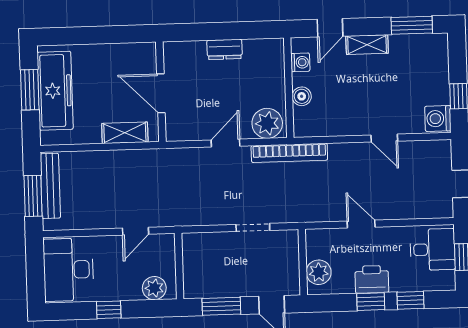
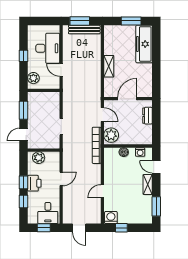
freezer: (55, 91) -> (144, 44), moved, turned 90
wall: (161, 92) -> (128, 99), moved
door: (161, 93) -> (127, 99), moved
desk: (68, 270) -> (48, 48), moved, turned 90

